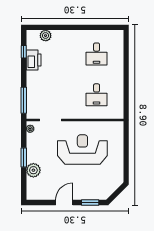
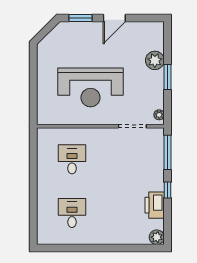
plant: (46, 36) -> (157, 237), moved
window: (24, 52) -> (168, 190), moved

